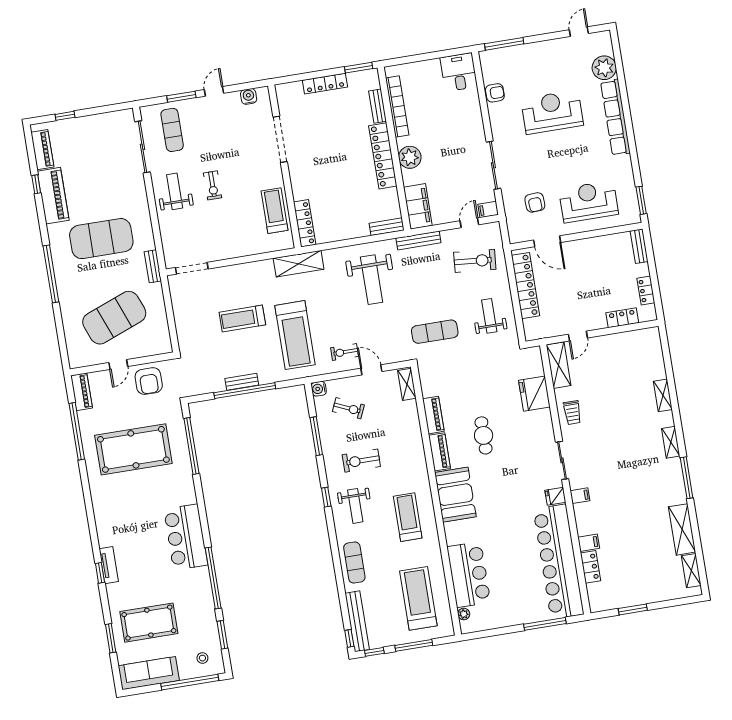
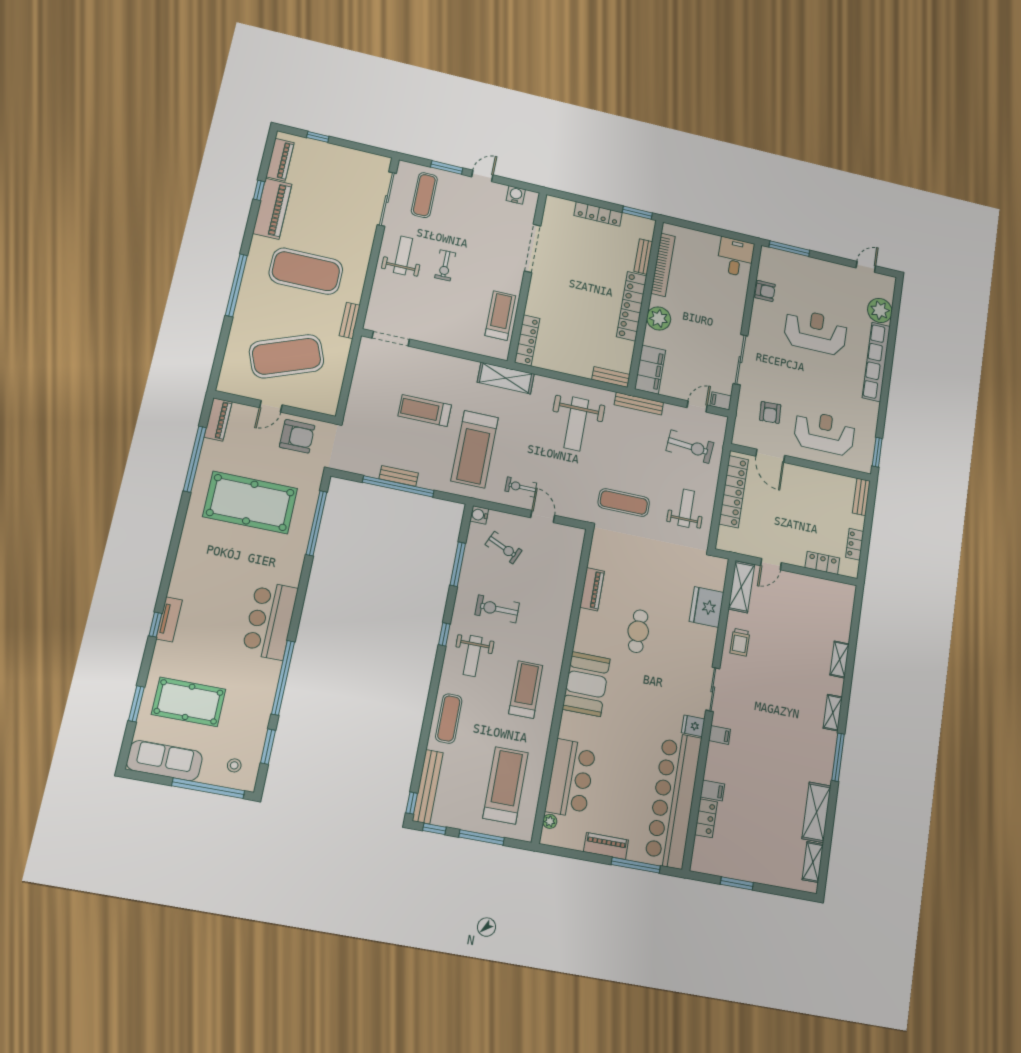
armchair: (149, 381) -> (297, 436), turned -90
shelving: (407, 384) -> (575, 546), removed
piano: (439, 452) -> (606, 846), moved, turned -90

